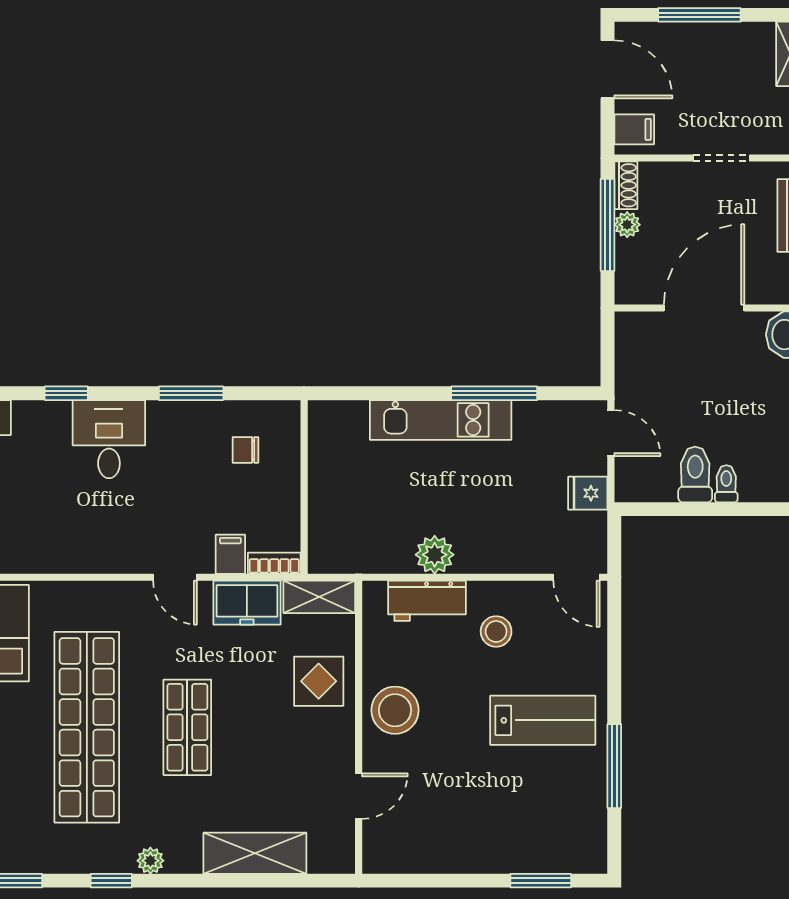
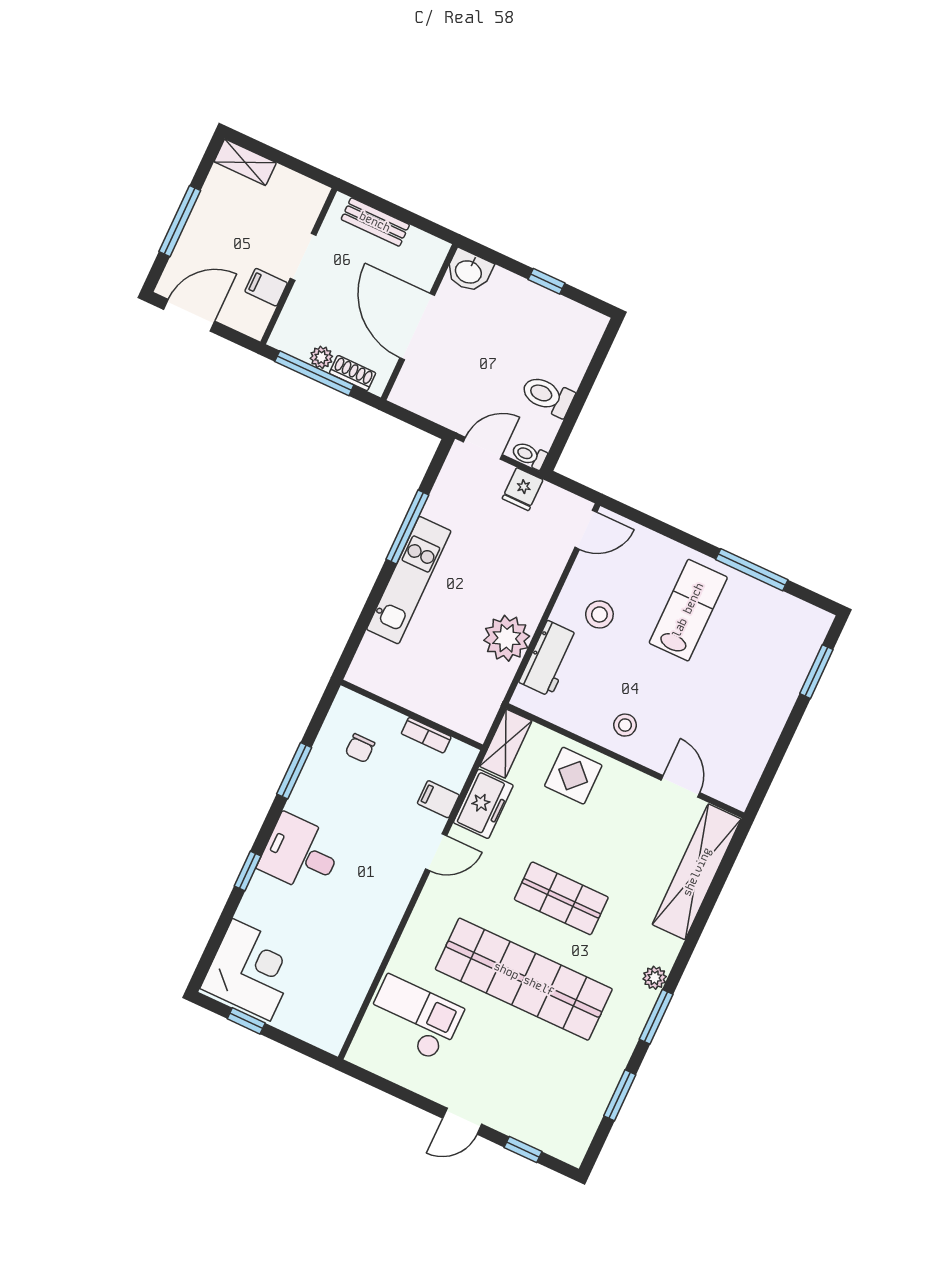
filing cabinet: (634, 129) -> (266, 287), moved, turned -90
shoe rack: (626, 185) -> (353, 373), moved
toilet: (726, 484) -> (529, 455), moved
plant: (435, 555) -> (507, 638), width x1.36, depth x1.36
bookcase: (274, 563) -> (426, 735), moved, turned -90
stool: (395, 710) -> (625, 725), width x0.53, depth x0.53
shelving: (255, 853) -> (697, 872), width x1.47
window: (111, 881) -> (656, 1017), width x1.50

